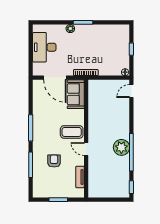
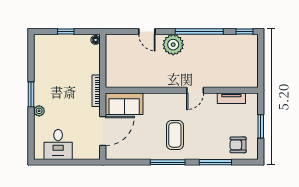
desk: (44, 47) -> (58, 144), width x0.73
door: (131, 91) -> (147, 32), moved
coffee table: (72, 132) -> (175, 135), moved
plant: (121, 147) -> (173, 45), moved
armchair: (54, 161) -> (238, 145), moved

